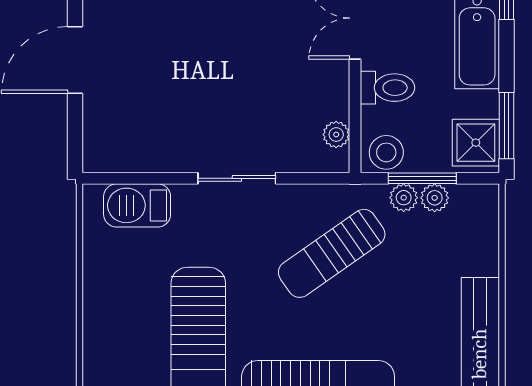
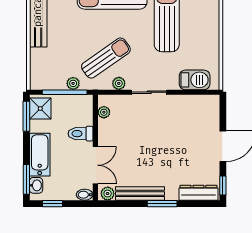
stool: (386, 152) -> (81, 104), removed
window: (422, 178) -> (65, 92), width x1.44
plant: (435, 198) -> (119, 83), moved

